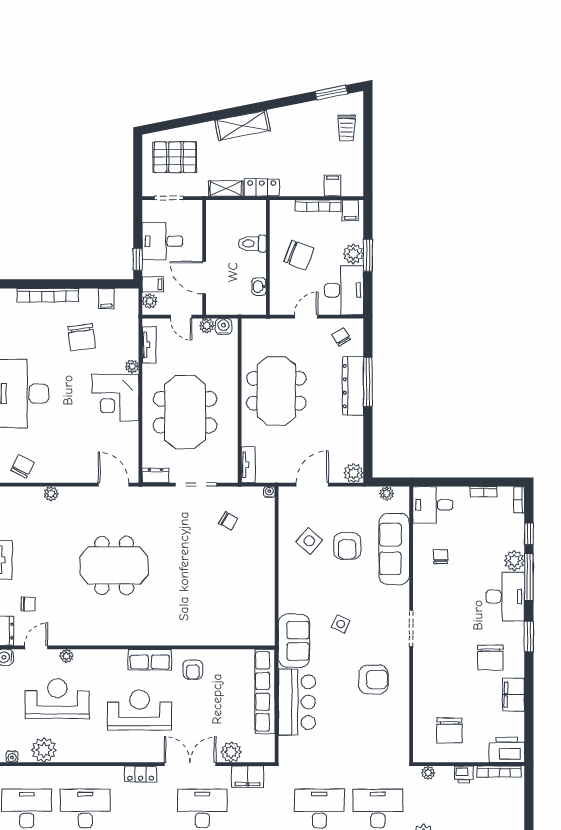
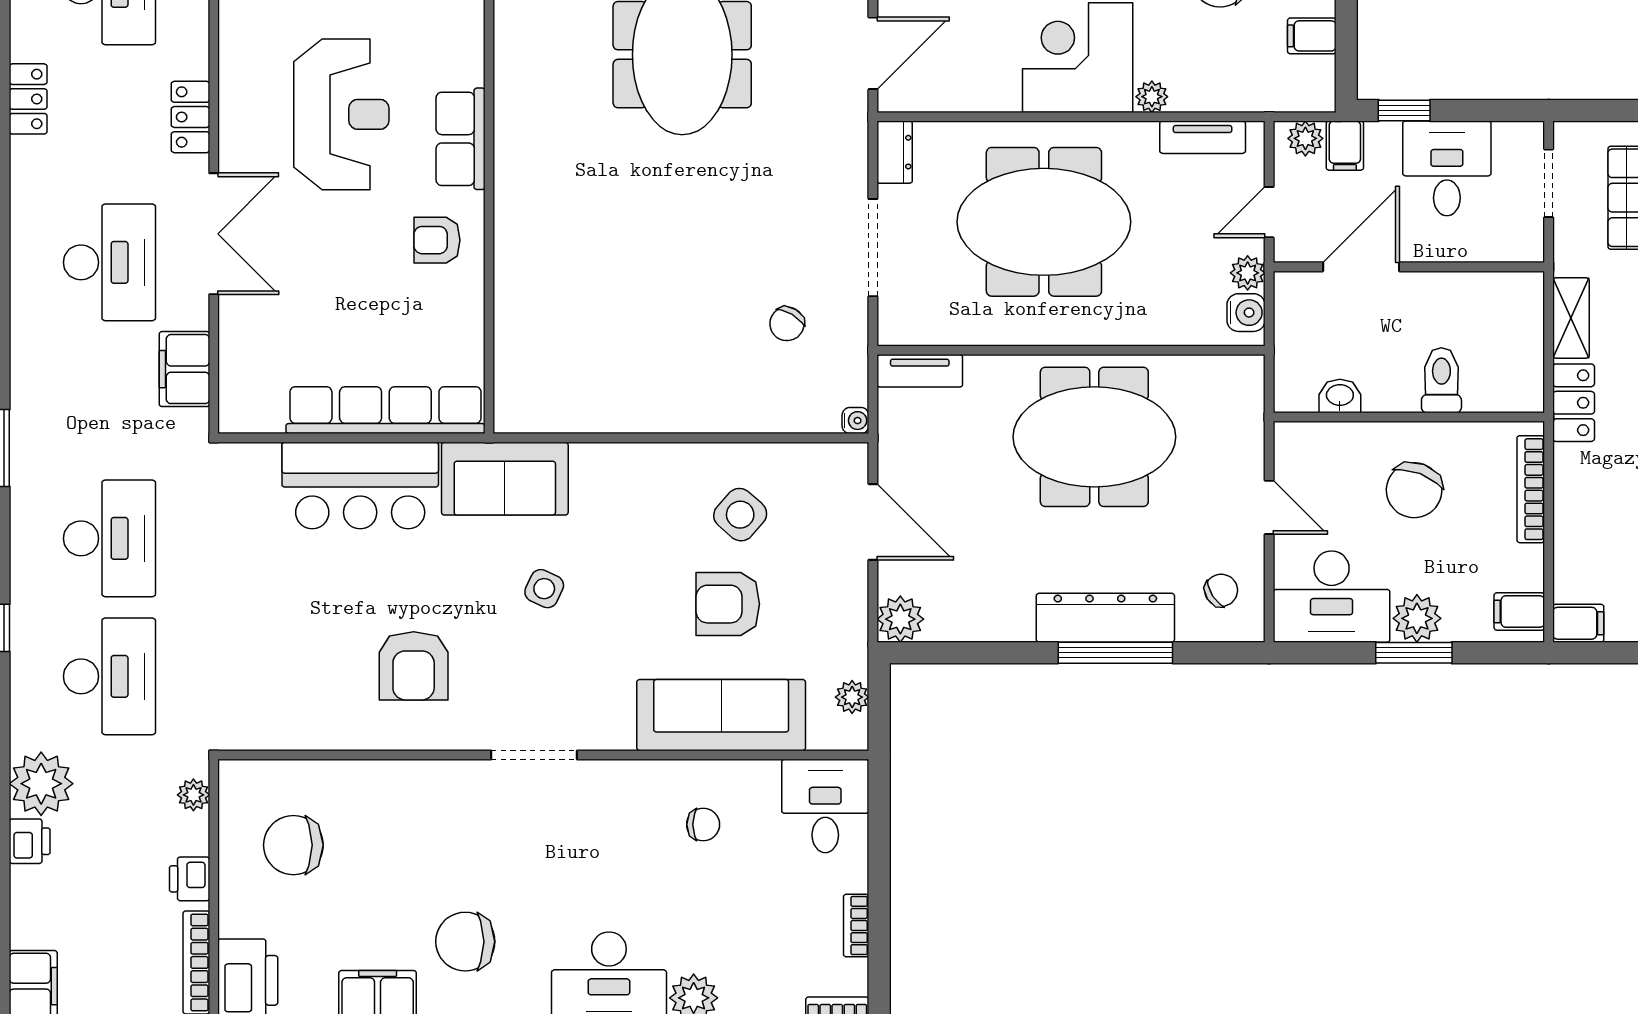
filing cabinet: (333, 185) -> (1578, 623), moved
bookcase: (318, 206) -> (1531, 489), moved
plant: (231, 752) -> (242, 330), removed

